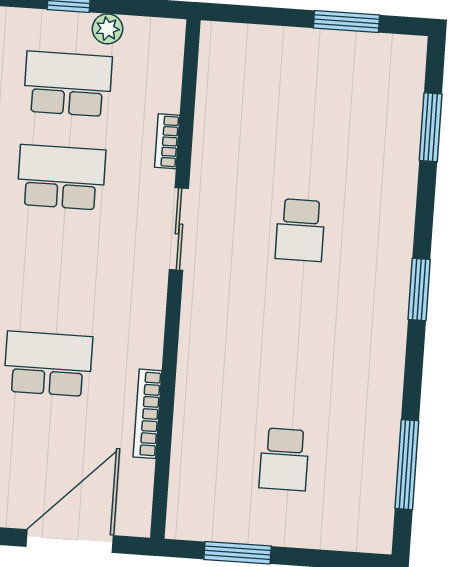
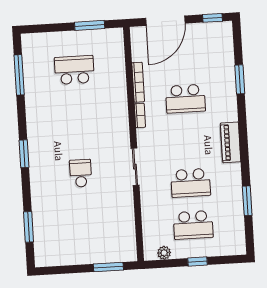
window: (347, 21) -> (108, 267), moved
plant: (107, 29) -> (164, 253), moved
bookcase: (167, 141) -> (140, 115), moved
school desk: (284, 459) -> (74, 70), width x1.85

